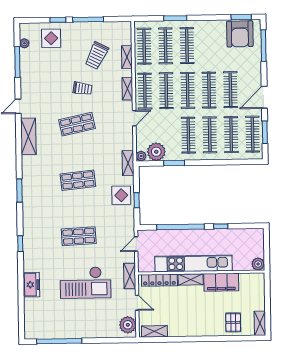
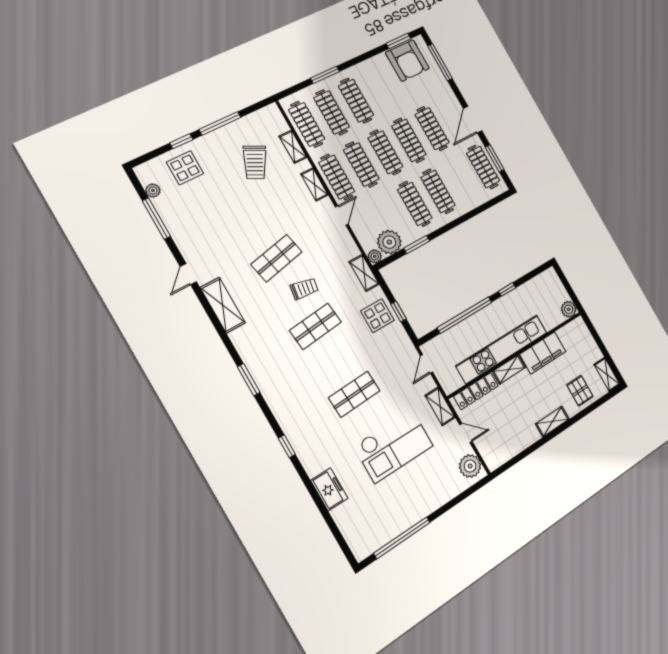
trolley: (82, 88) -> (304, 289), moved
clothes rail: (231, 135) -> (461, 179), removed
shelving: (154, 331) -> (552, 422), moved

